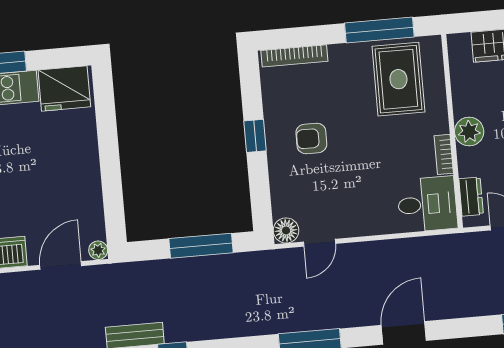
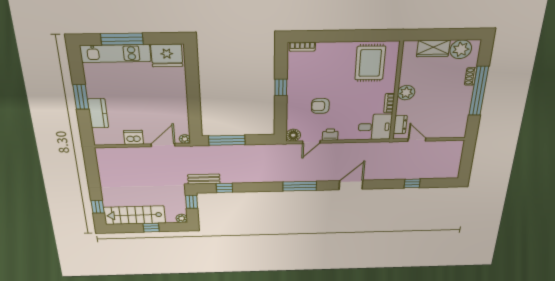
window: (379, 30) -> (363, 36), removed
bookcase: (294, 56) -> (302, 47), width x0.64
armchair: (311, 138) -> (320, 106), moved
printer: (351, 225) -> (330, 135), added
window: (201, 246) -> (227, 140), moved

